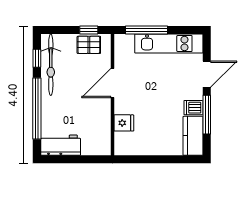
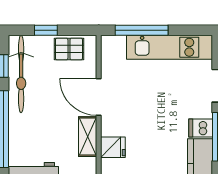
window: (89, 30) -> (46, 30), moved
door: (112, 83) -> (99, 97), hinge flipped
shelving: (104, 114) -> (88, 137), added

